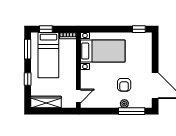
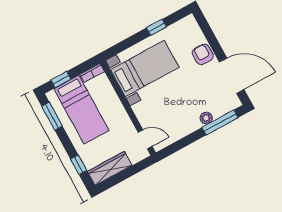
window: (139, 29) -> (156, 27), moved
window: (28, 79) -> (79, 165), moved
armchair: (124, 85) -> (203, 54), moved, turned 180
door: (78, 96) -> (145, 139), hinge flipped

